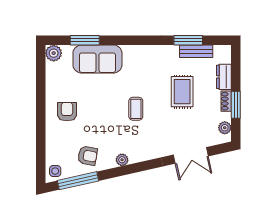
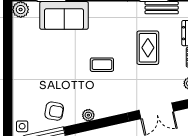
coffee table: (136, 109) -> (102, 65), turned 90
armchair: (67, 112) -> (34, 67), removed

